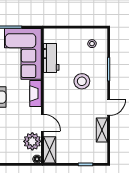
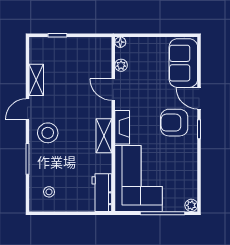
workbench: (51, 58) -> (102, 193), moved
stool: (82, 81) -> (48, 133), moved
plant: (32, 141) -> (121, 65), width x0.53, depth x0.53
shelving: (50, 150) -> (104, 136), moved

